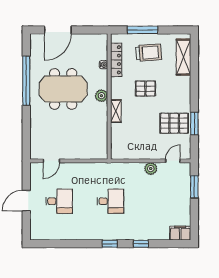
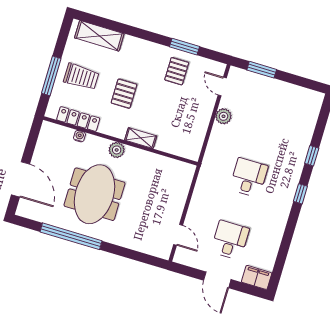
trolley: (149, 53) -> (81, 77), turned 94
pallet: (174, 123) -> (177, 71), width x0.67, depth x0.71
filing cabinet: (180, 233) -> (257, 277), moved, turned 90

